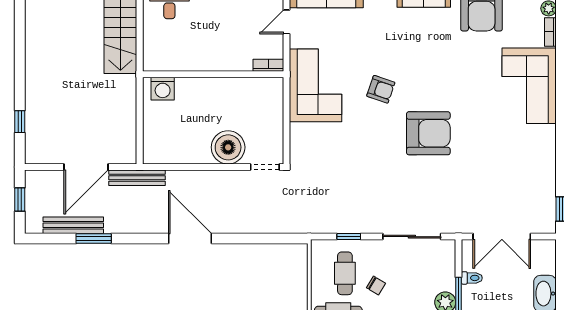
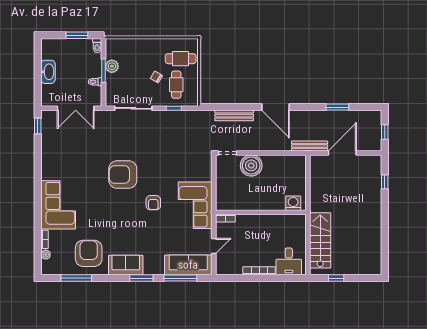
armchair: (381, 89) -> (153, 203), turned -109
bench: (73, 225) -> (234, 116), moved
double door: (502, 237) -> (76, 108), swing flipped

